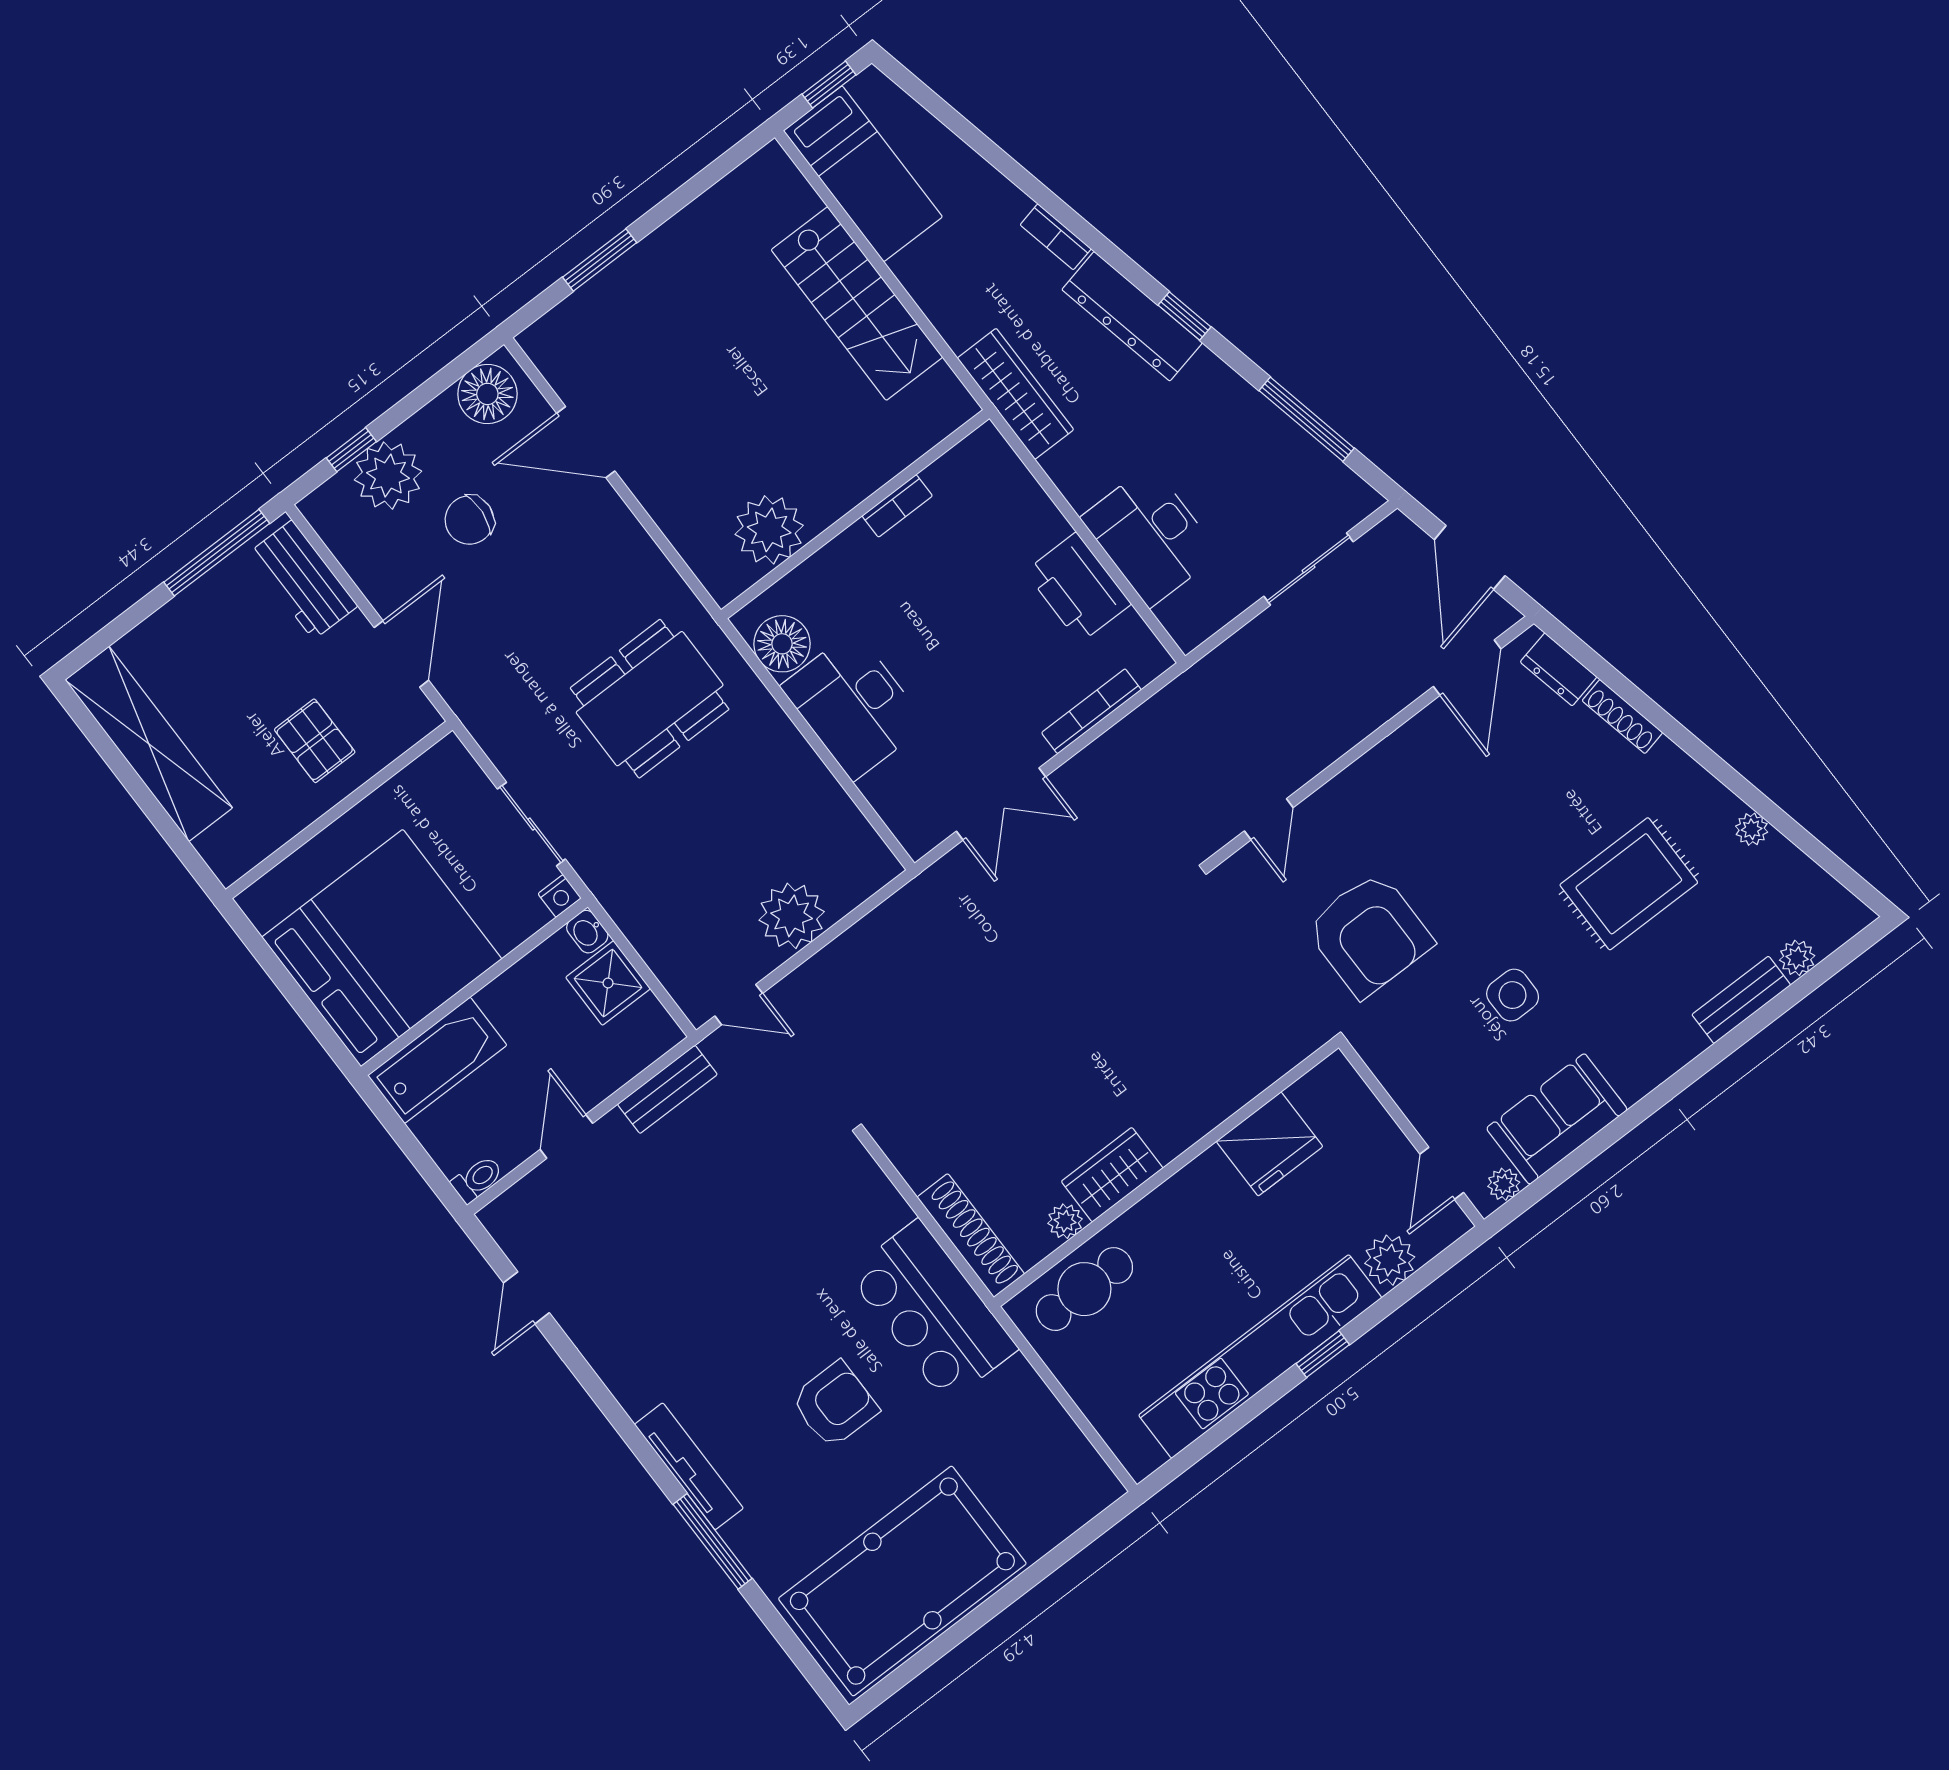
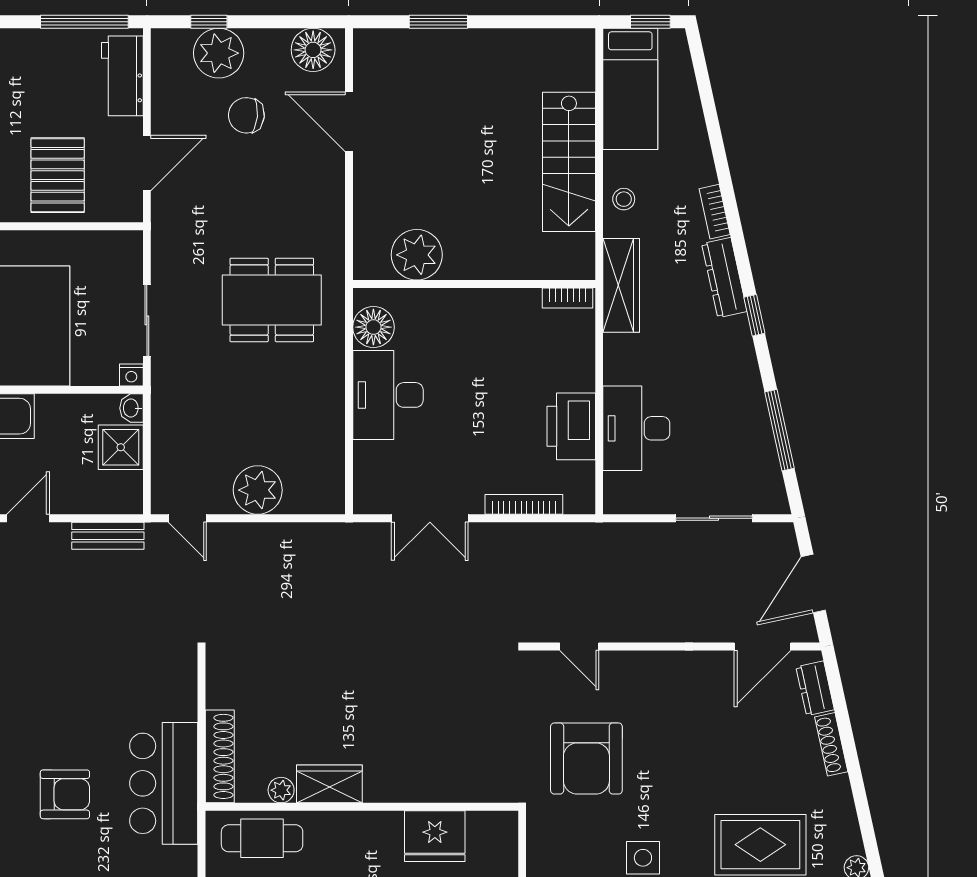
stool: (947, 298) -> (624, 199), added
dresser: (1132, 316) -> (724, 278), width x0.73, depth x0.80
bookcase: (897, 506) -> (568, 298), moved
pallet: (315, 741) -> (58, 175), width x1.50, depth x1.42
door: (1269, 819) -> (579, 646), hinge flipped

